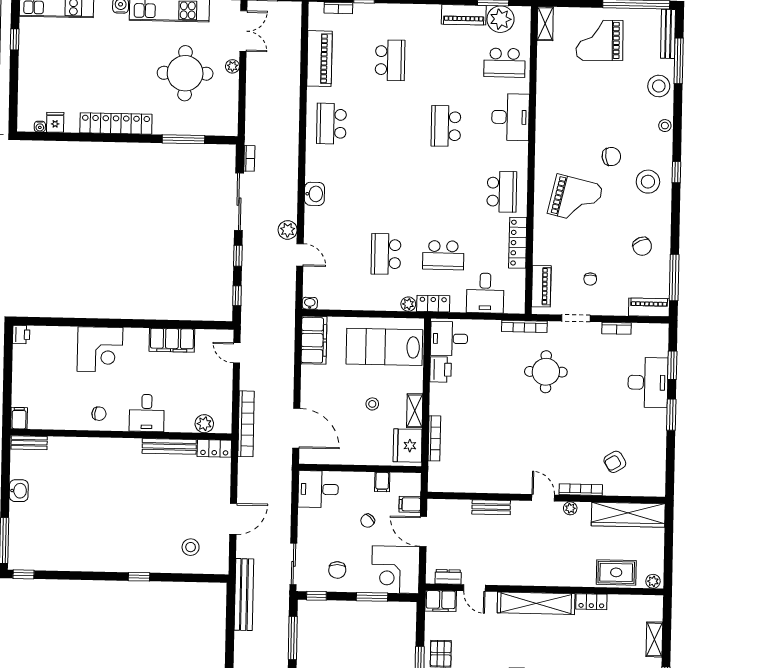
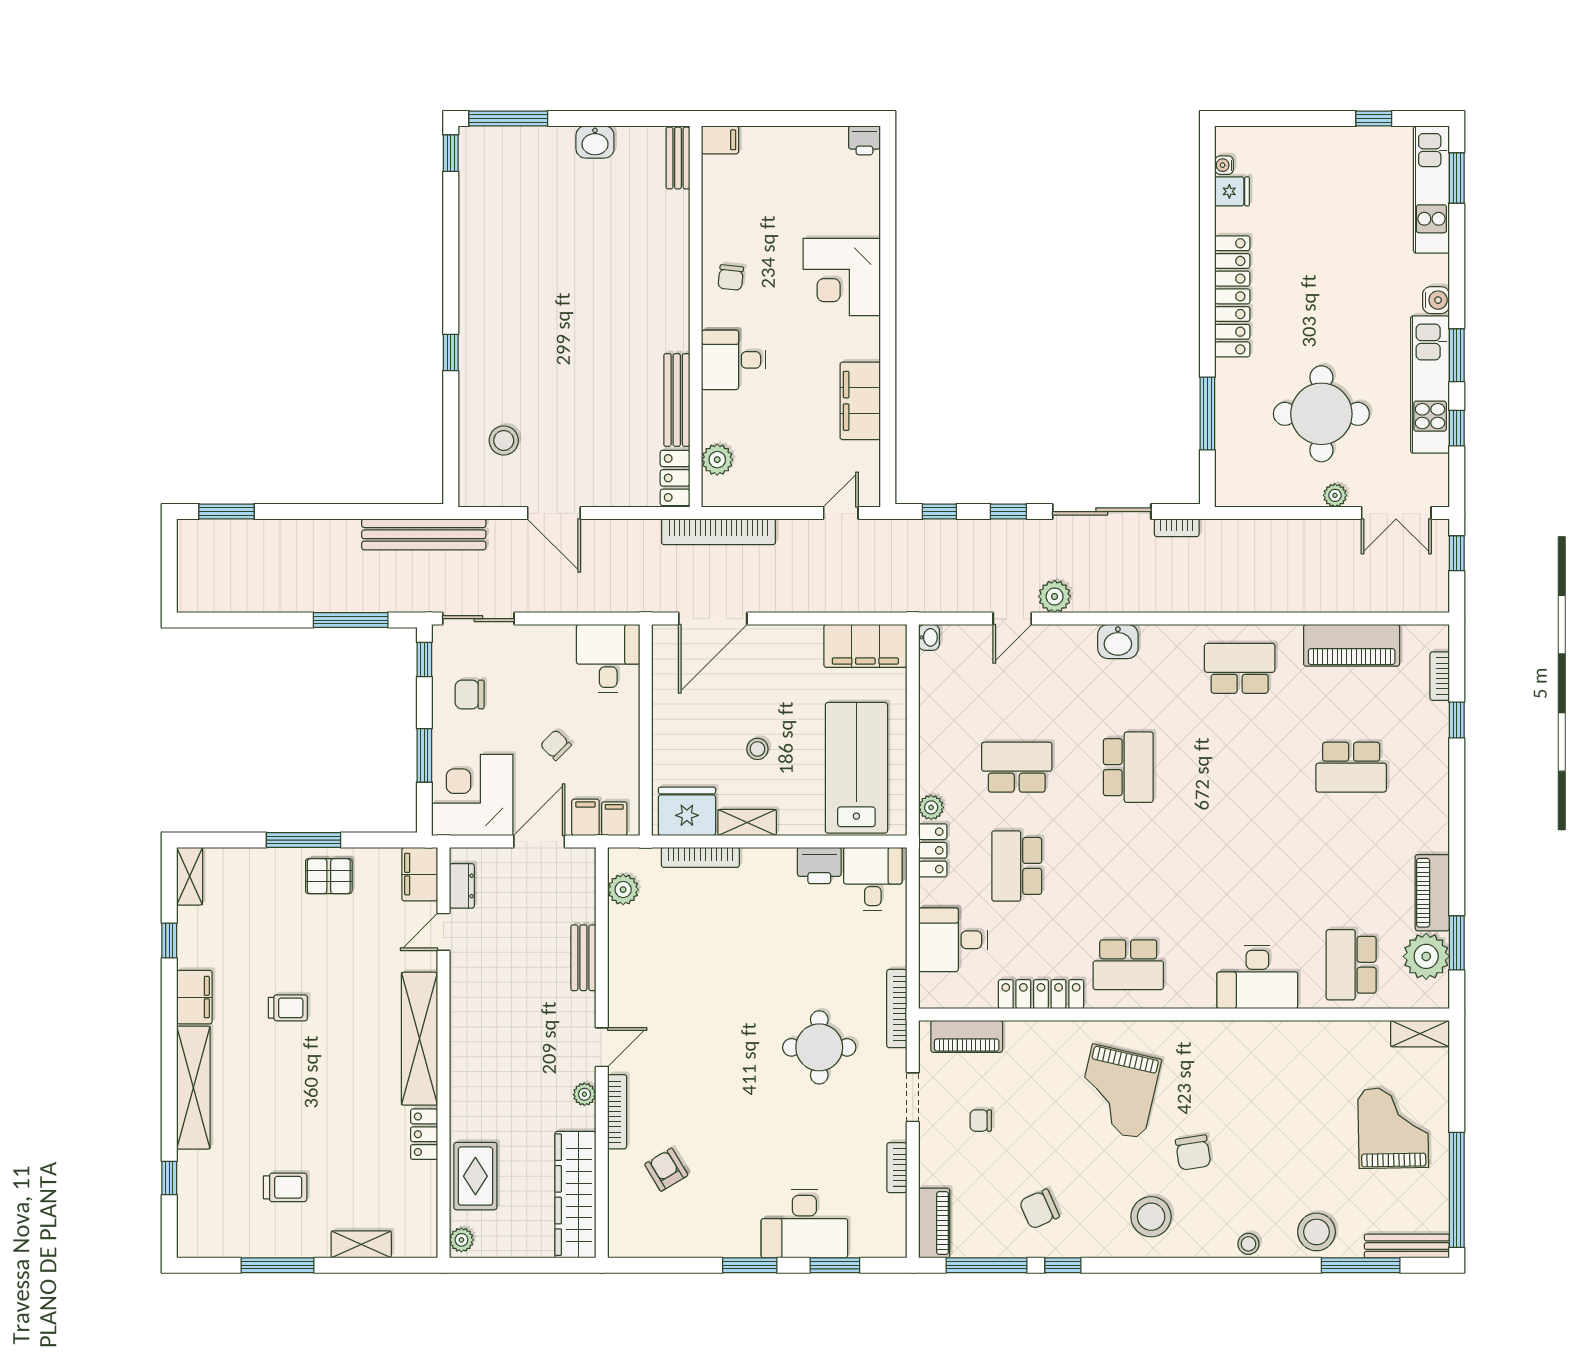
school desk: (446, 126) -> (1128, 767), moved, turned 90
window: (676, 172) -> (1063, 1265), moved
filing cabinet: (382, 482) -> (614, 819), moved, turned 90
plant: (452, 483) -> (623, 890), added

